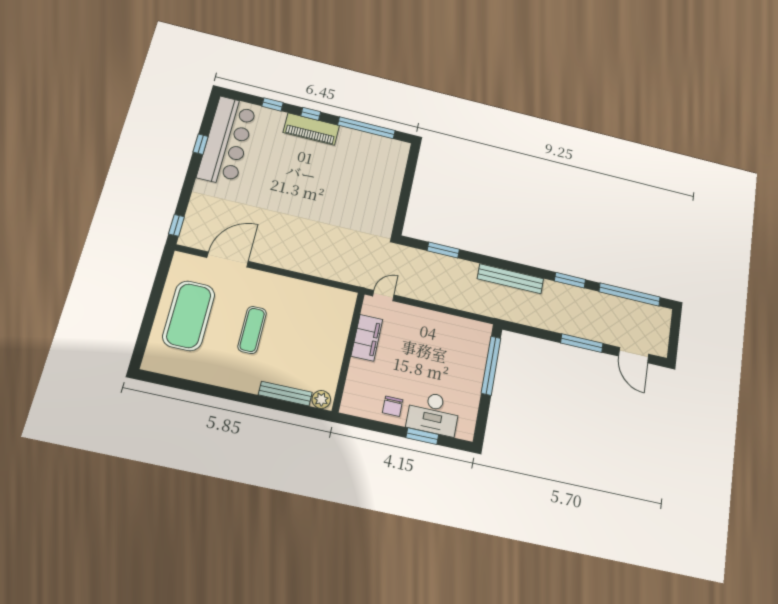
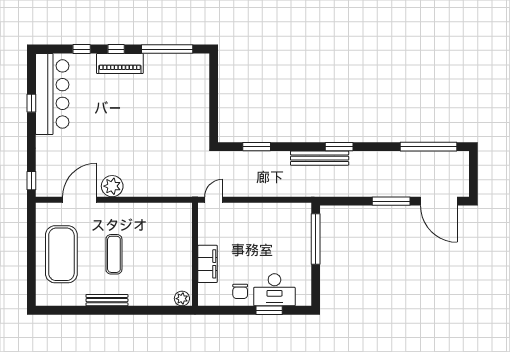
plant: (270, 254) -> (112, 186), added
window: (570, 280) -> (339, 147), moved
filing cabinet: (367, 338) -> (208, 264), moved
door: (634, 355) -> (439, 201), width x1.36
bench: (285, 394) -> (107, 300), moved

